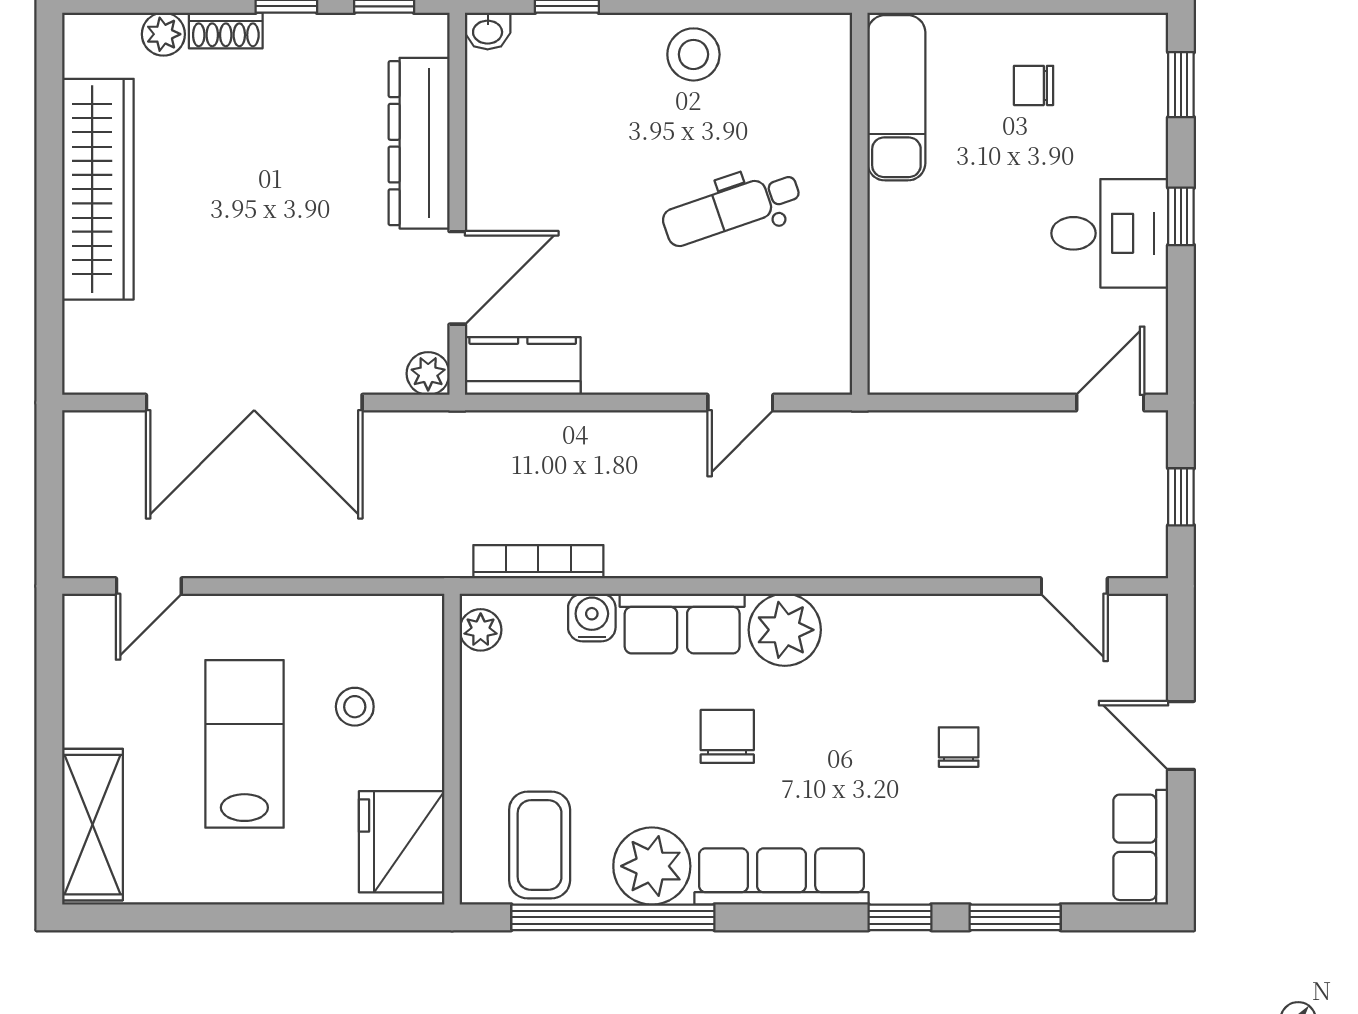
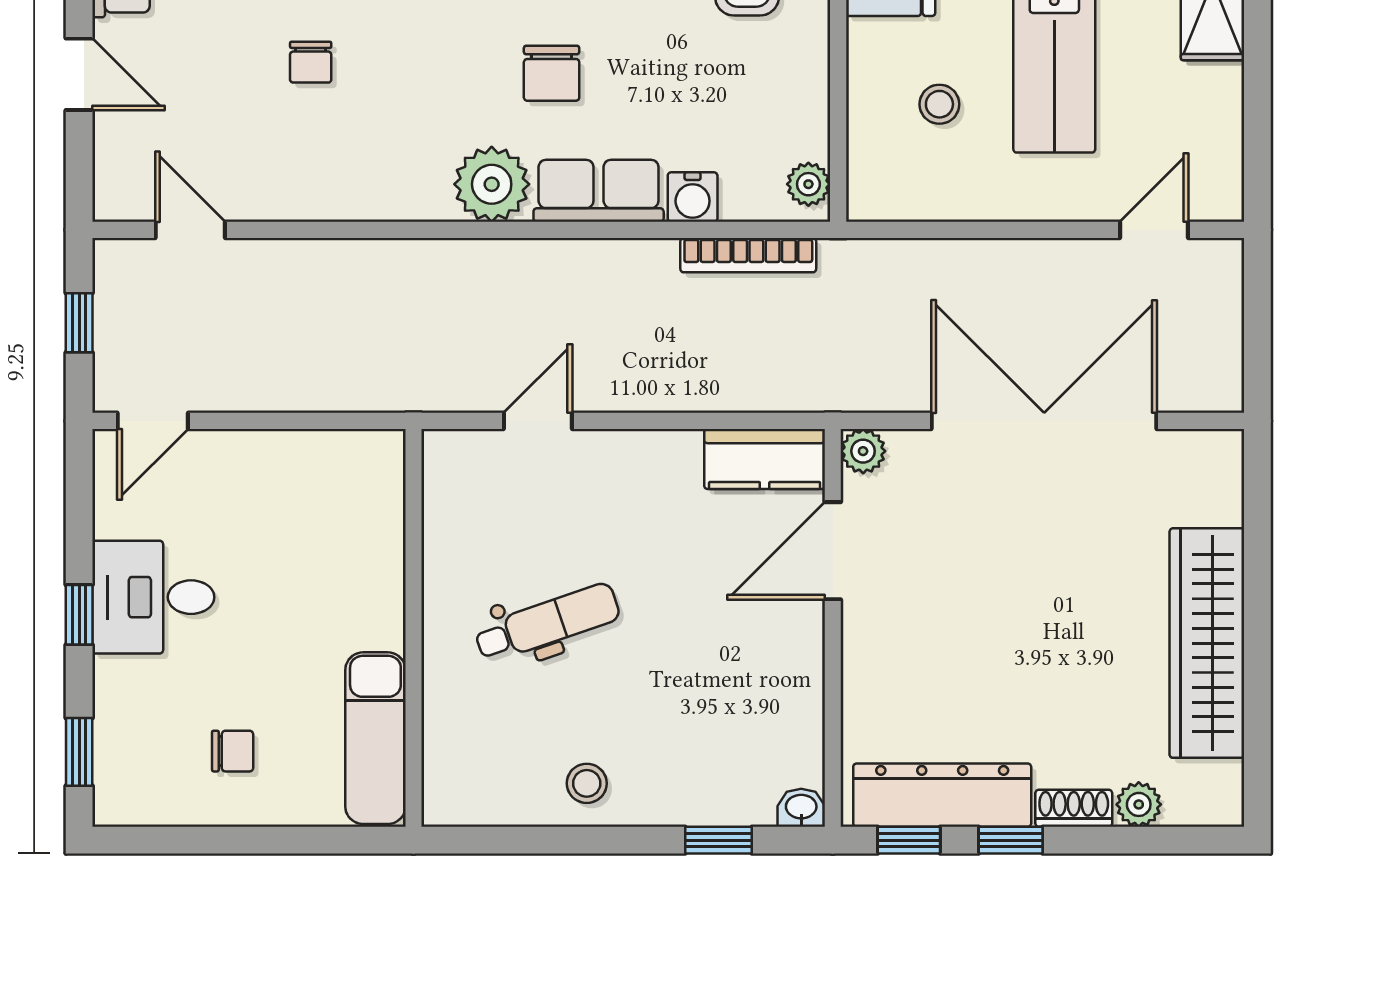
stool: (693, 54) -> (587, 783), width x0.73, depth x0.73
dresser: (419, 143) -> (942, 795), moved, turned -90

